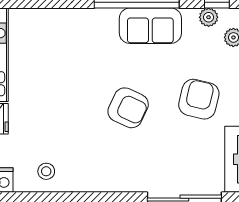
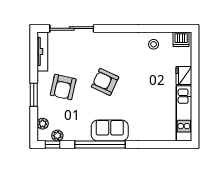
sofa: (150, 26) -> (110, 131), moved

